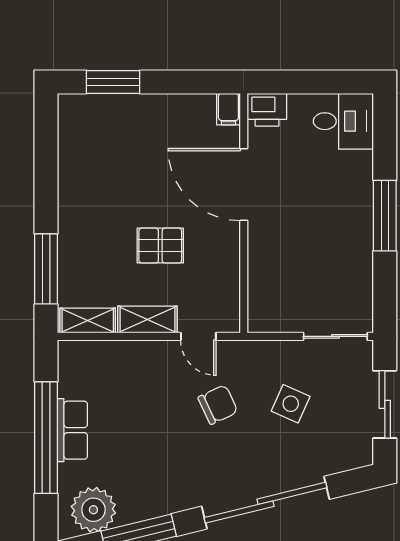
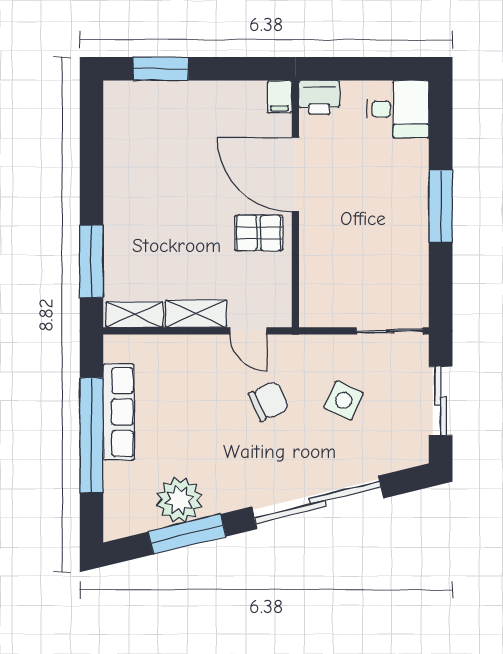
pallet: (160, 246) -> (259, 233), moved
row of seats: (72, 430) -> (119, 412), width x1.48
plant: (93, 510) -> (179, 500), moved

